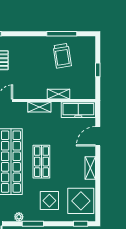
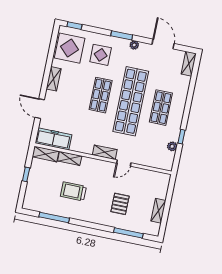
trolley: (62, 56) -> (73, 191), moved, turned -81
shelving: (83, 93) -> (45, 154), added
shelving: (39, 107) -> (105, 152), moved
door: (98, 136) -> (40, 109), swing flipped

